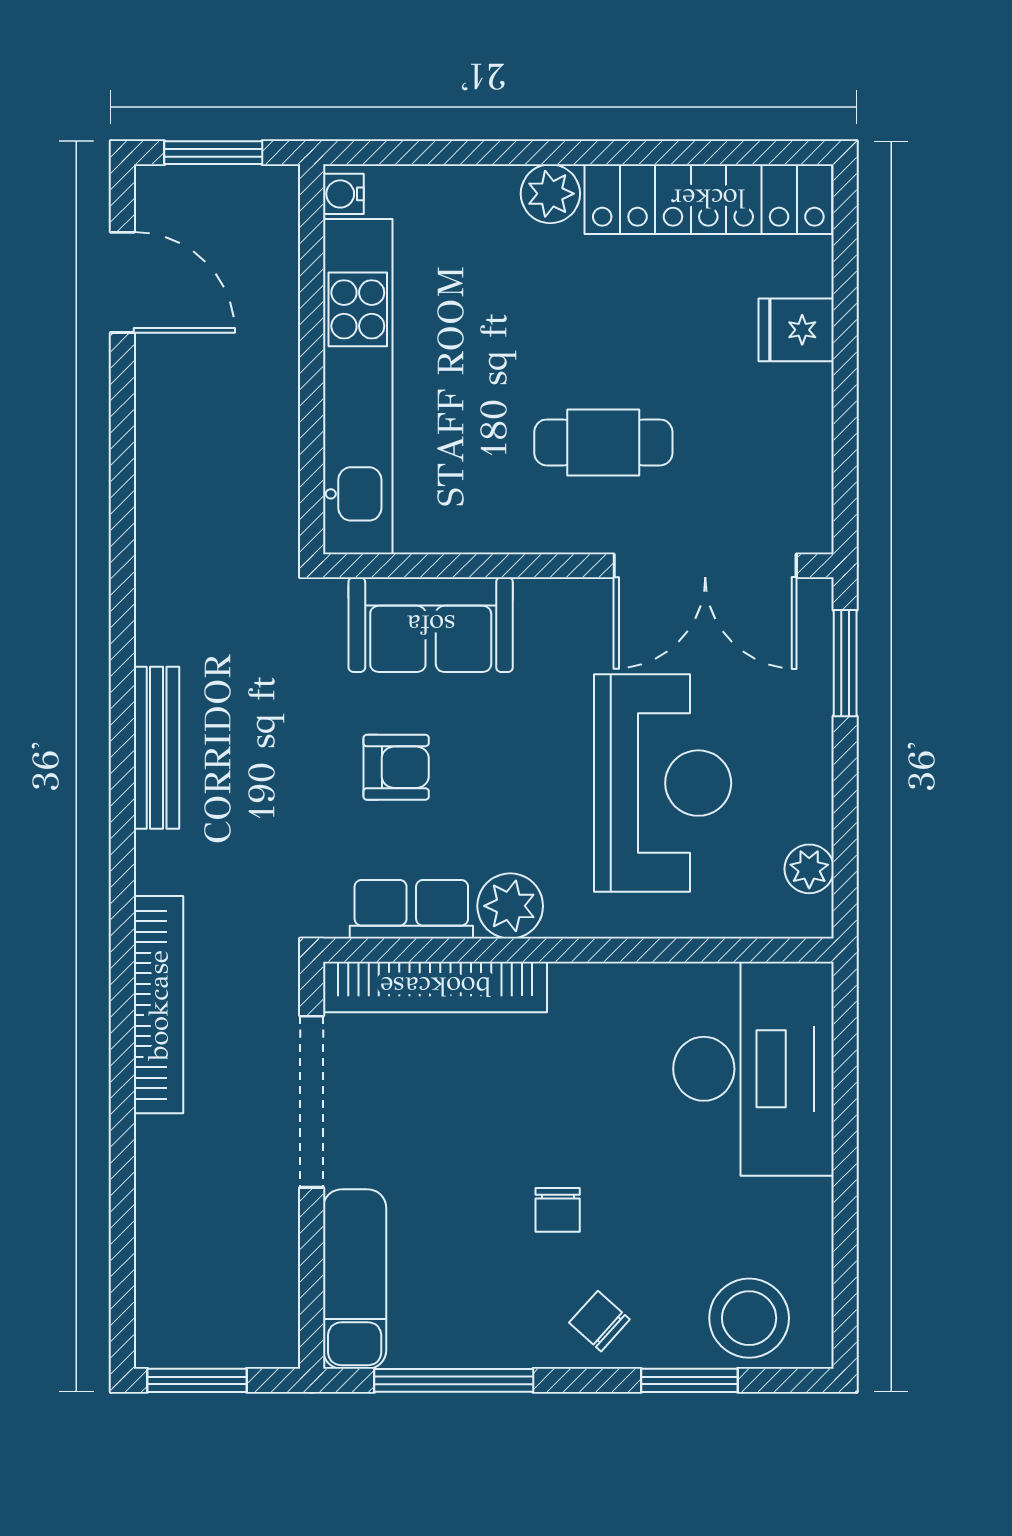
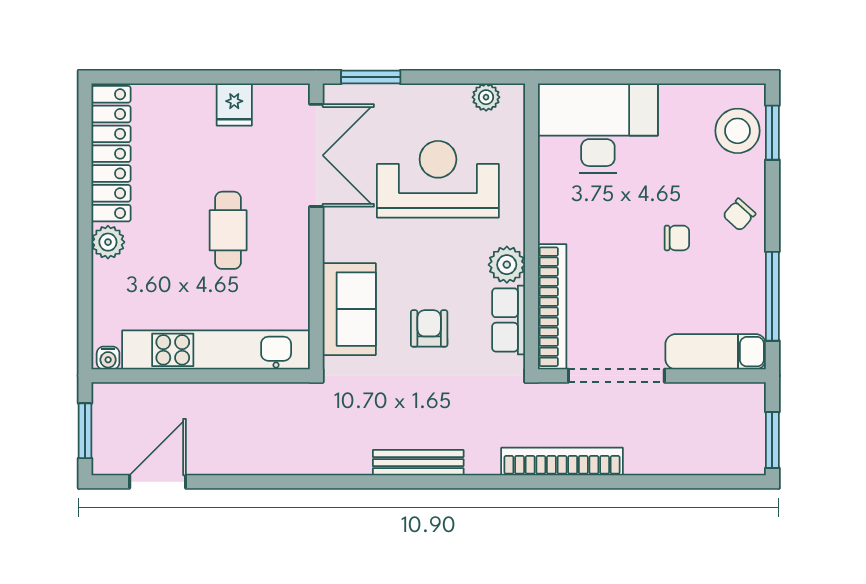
fridge: (796, 330) -> (234, 104), moved
cafe table: (603, 442) -> (228, 230), moved
window: (689, 1380) -> (772, 133), moved

